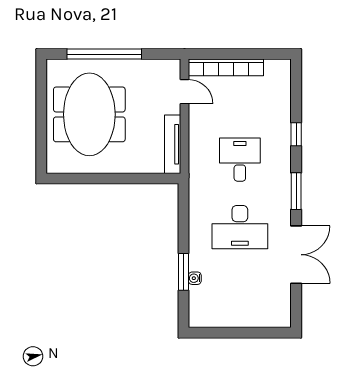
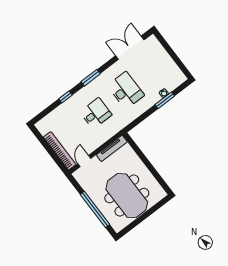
meeting table: (89, 114) -> (127, 196), turned 90
desk: (240, 160) -> (96, 113), turned 180
double door: (296, 255) -> (130, 48), moved

